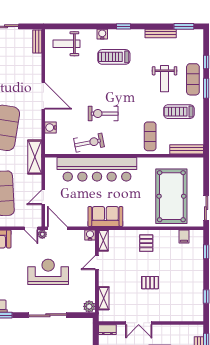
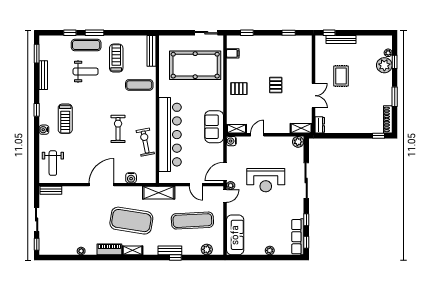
treadmill: (179, 112) -> (116, 58), turned 180
exercise bike: (103, 114) -> (118, 129), turned 180
door: (97, 263) -> (257, 135), swing flipped
reception desk: (48, 272) -> (266, 180), turned -90
shelving: (104, 298) -> (301, 128), moved

